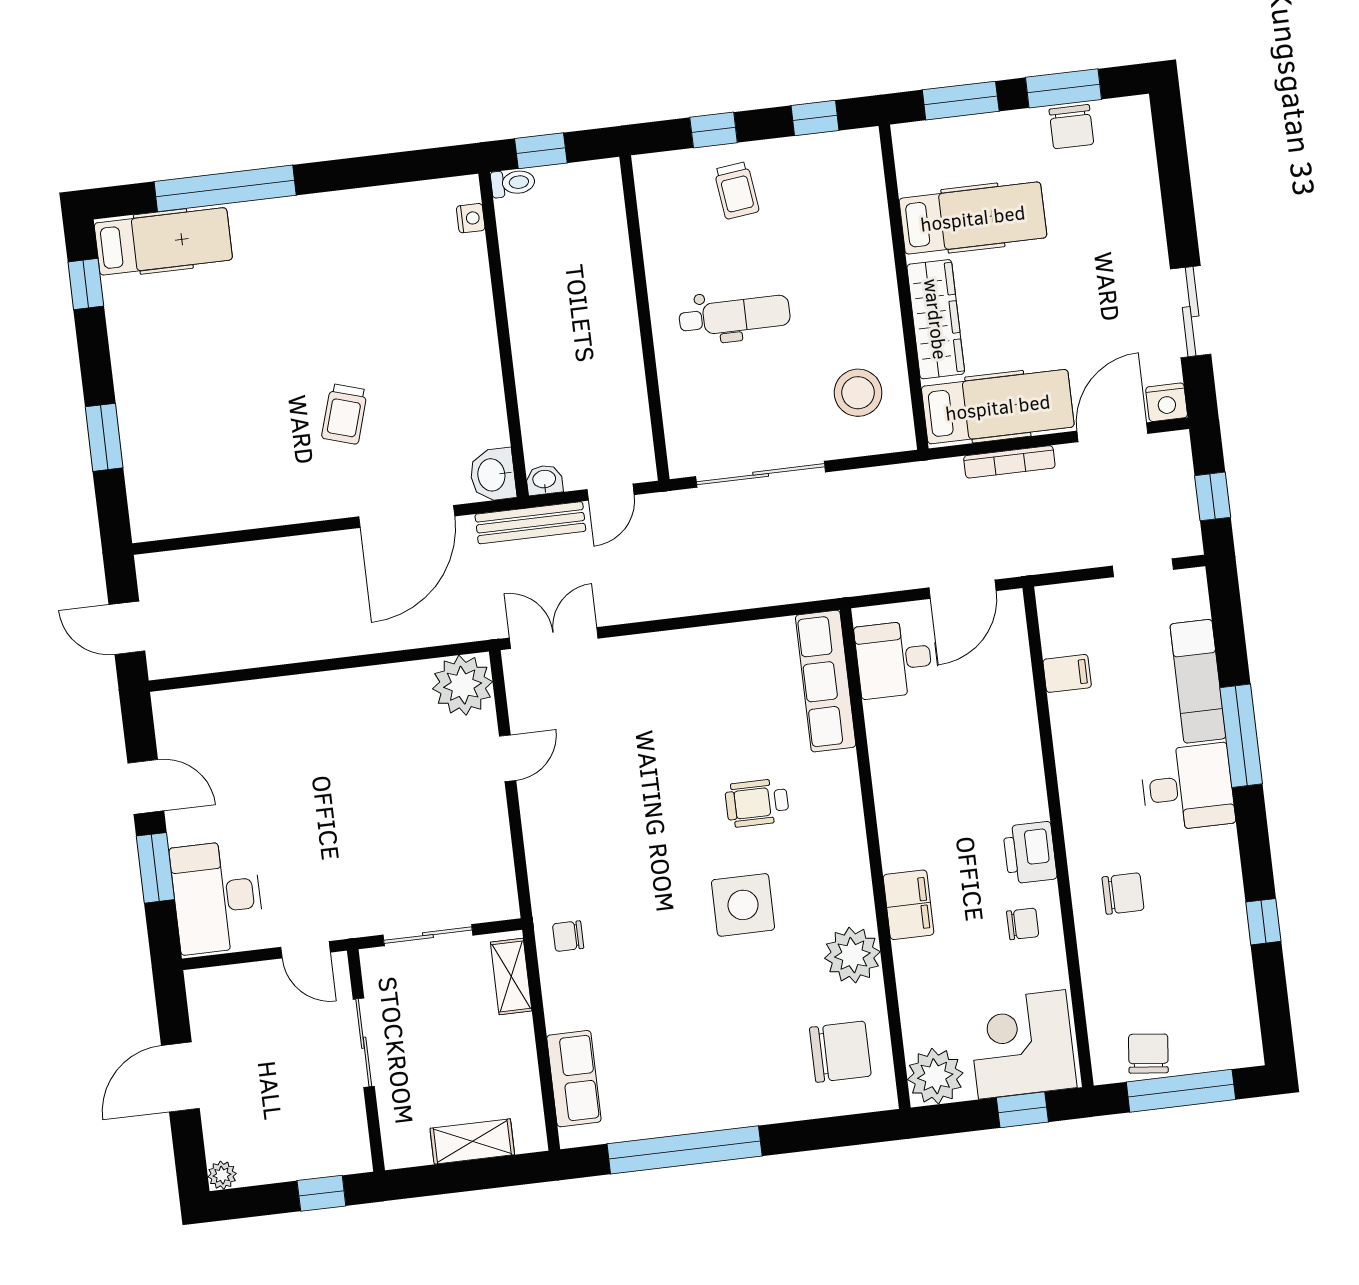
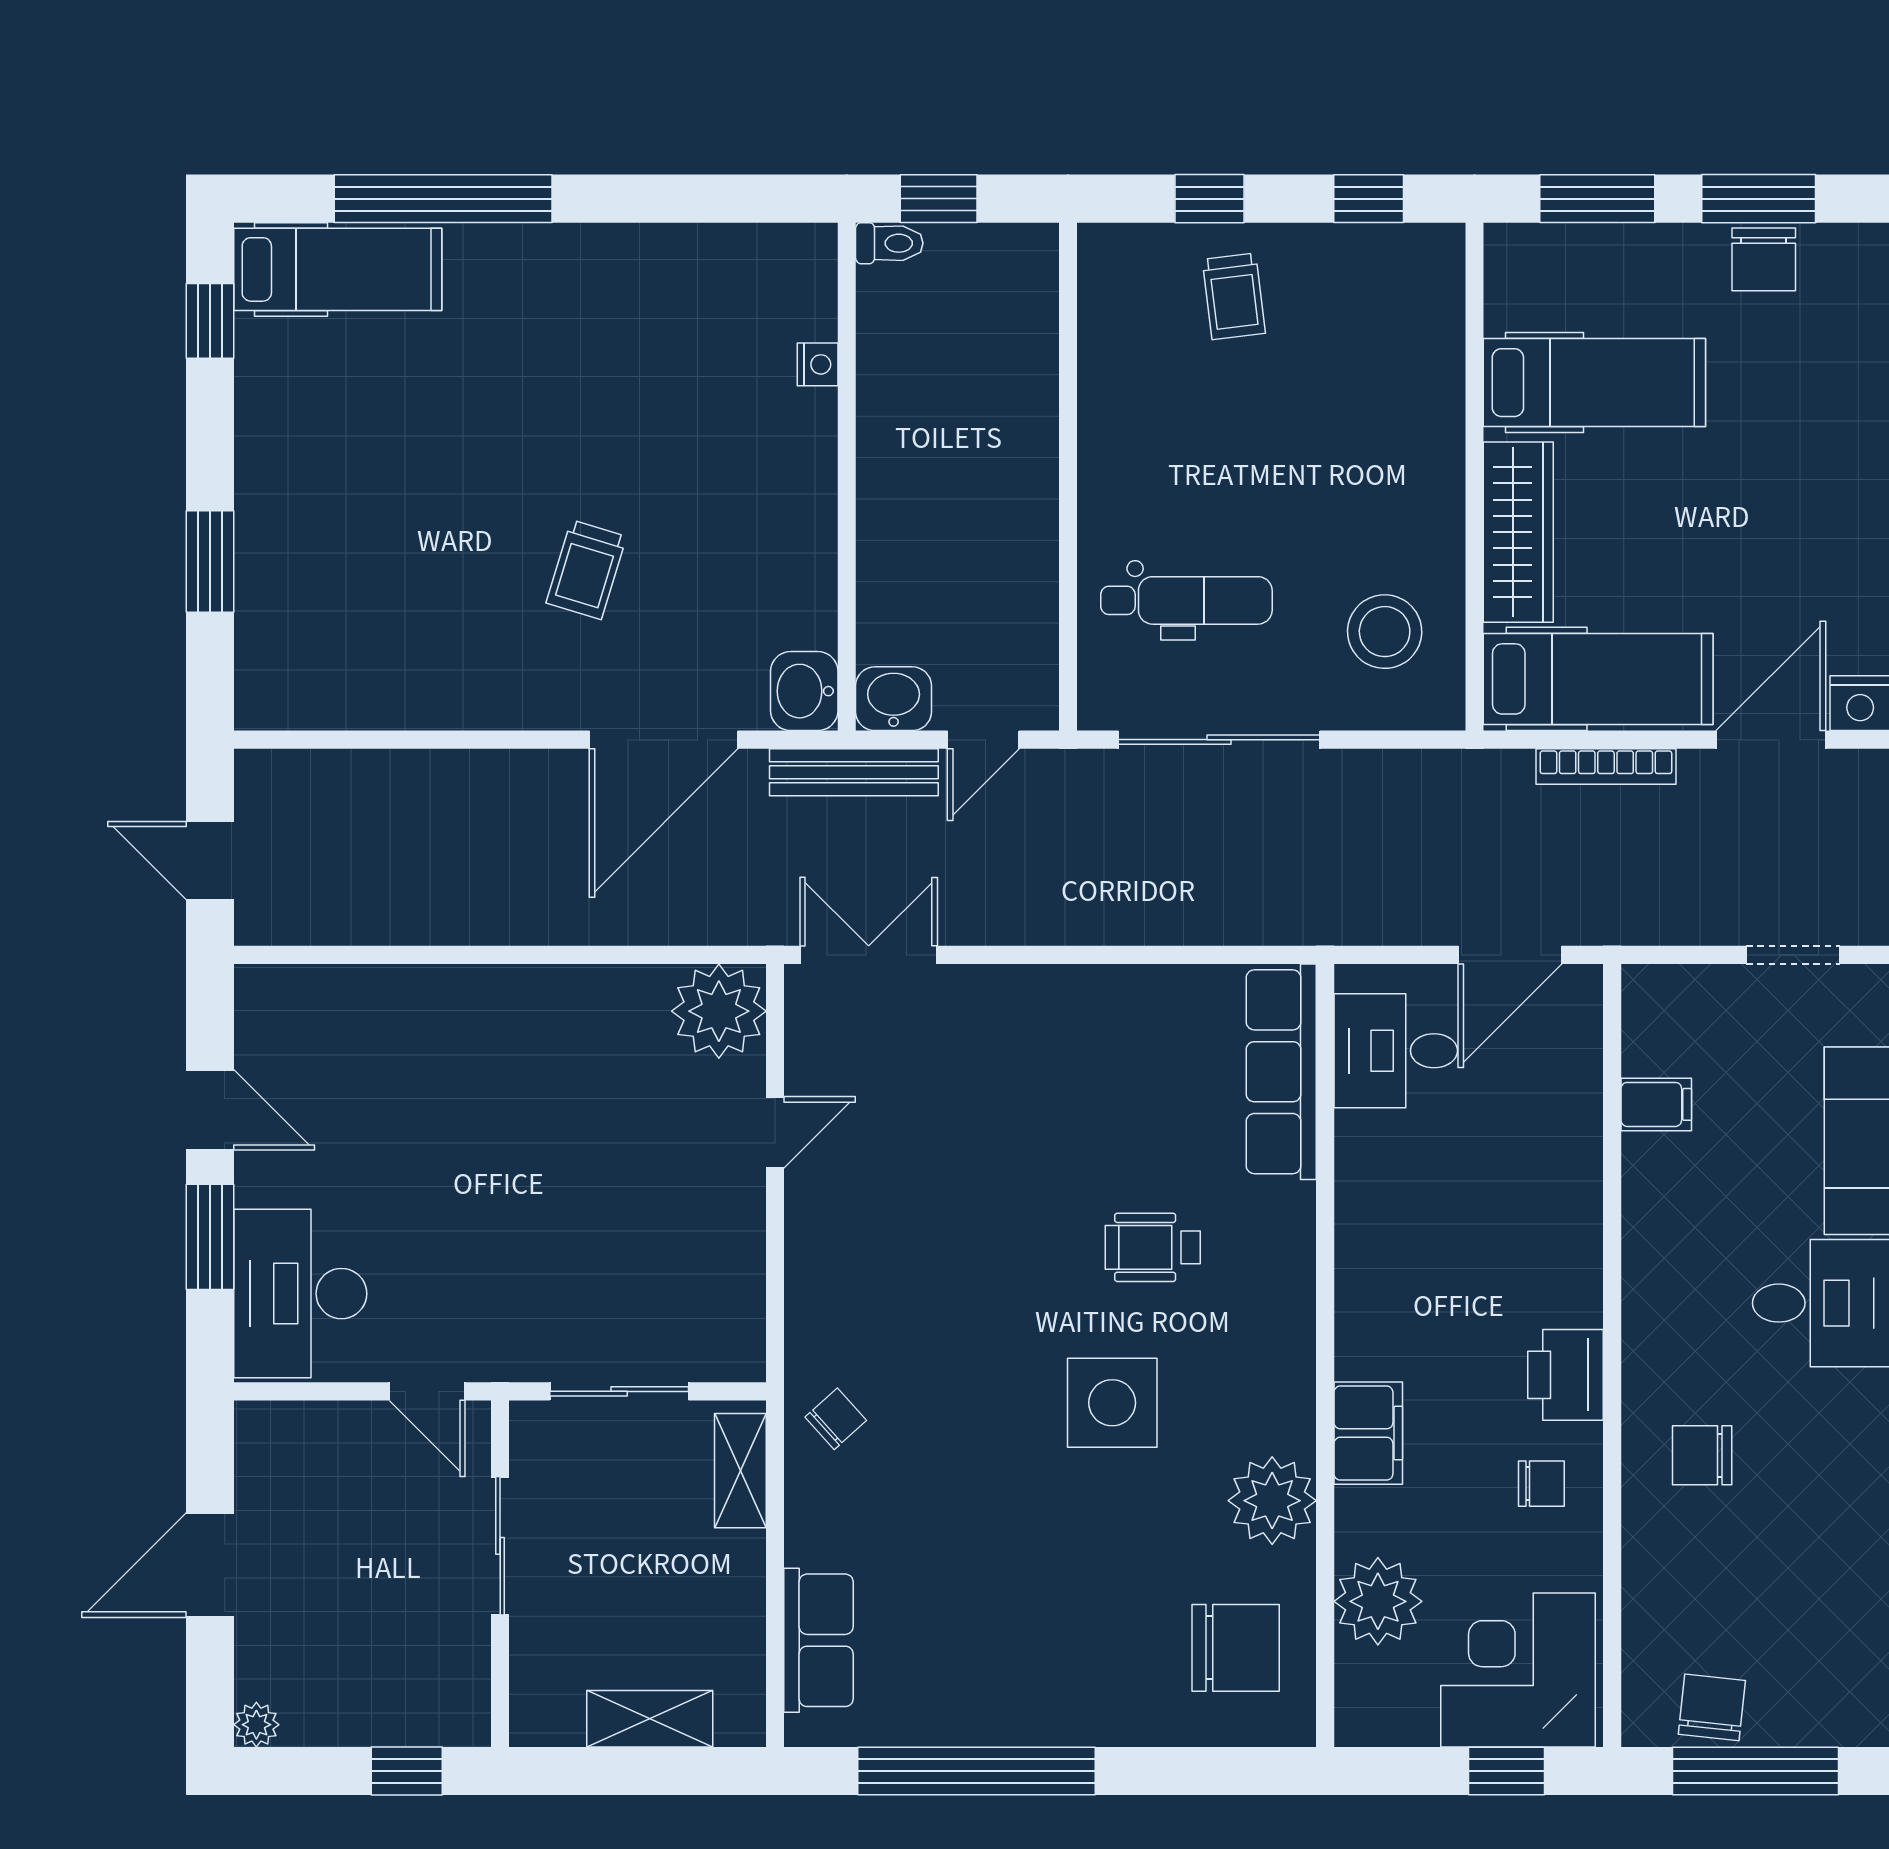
nightstand: (471, 218) -> (818, 364), moved
dental chair: (734, 316) -> (1186, 600), moved
washbasin: (544, 480) -> (894, 699), width x1.38, depth x1.45
chair: (1123, 894) -> (1702, 1455), turned 180
chair: (568, 936) -> (836, 1419), turned 138
plant: (935, 1076) -> (1378, 1601), moved

